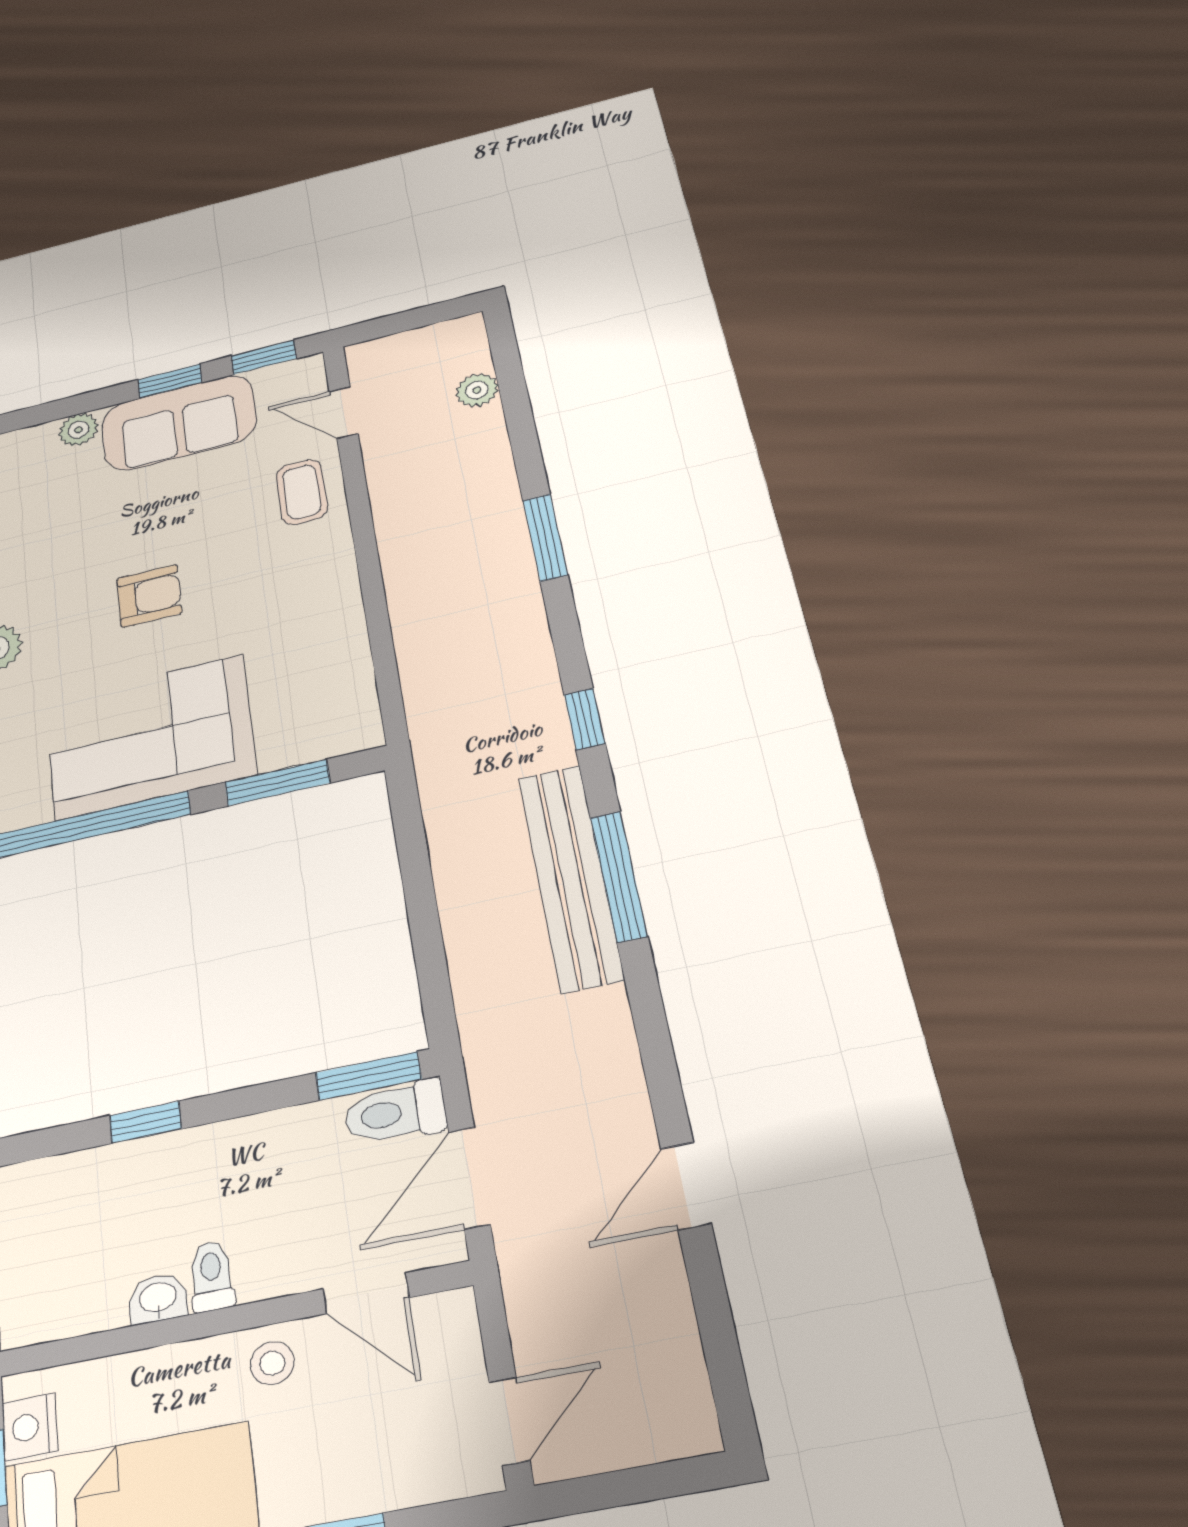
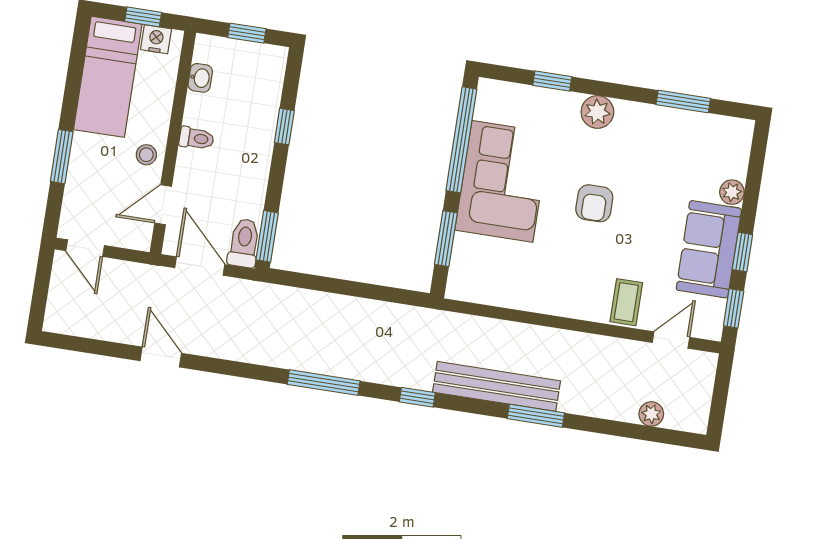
coffee table: (302, 492) -> (626, 302), turned 90
bench: (570, 877) -> (497, 386), moved
washbasin: (158, 1298) -> (200, 78), moved

